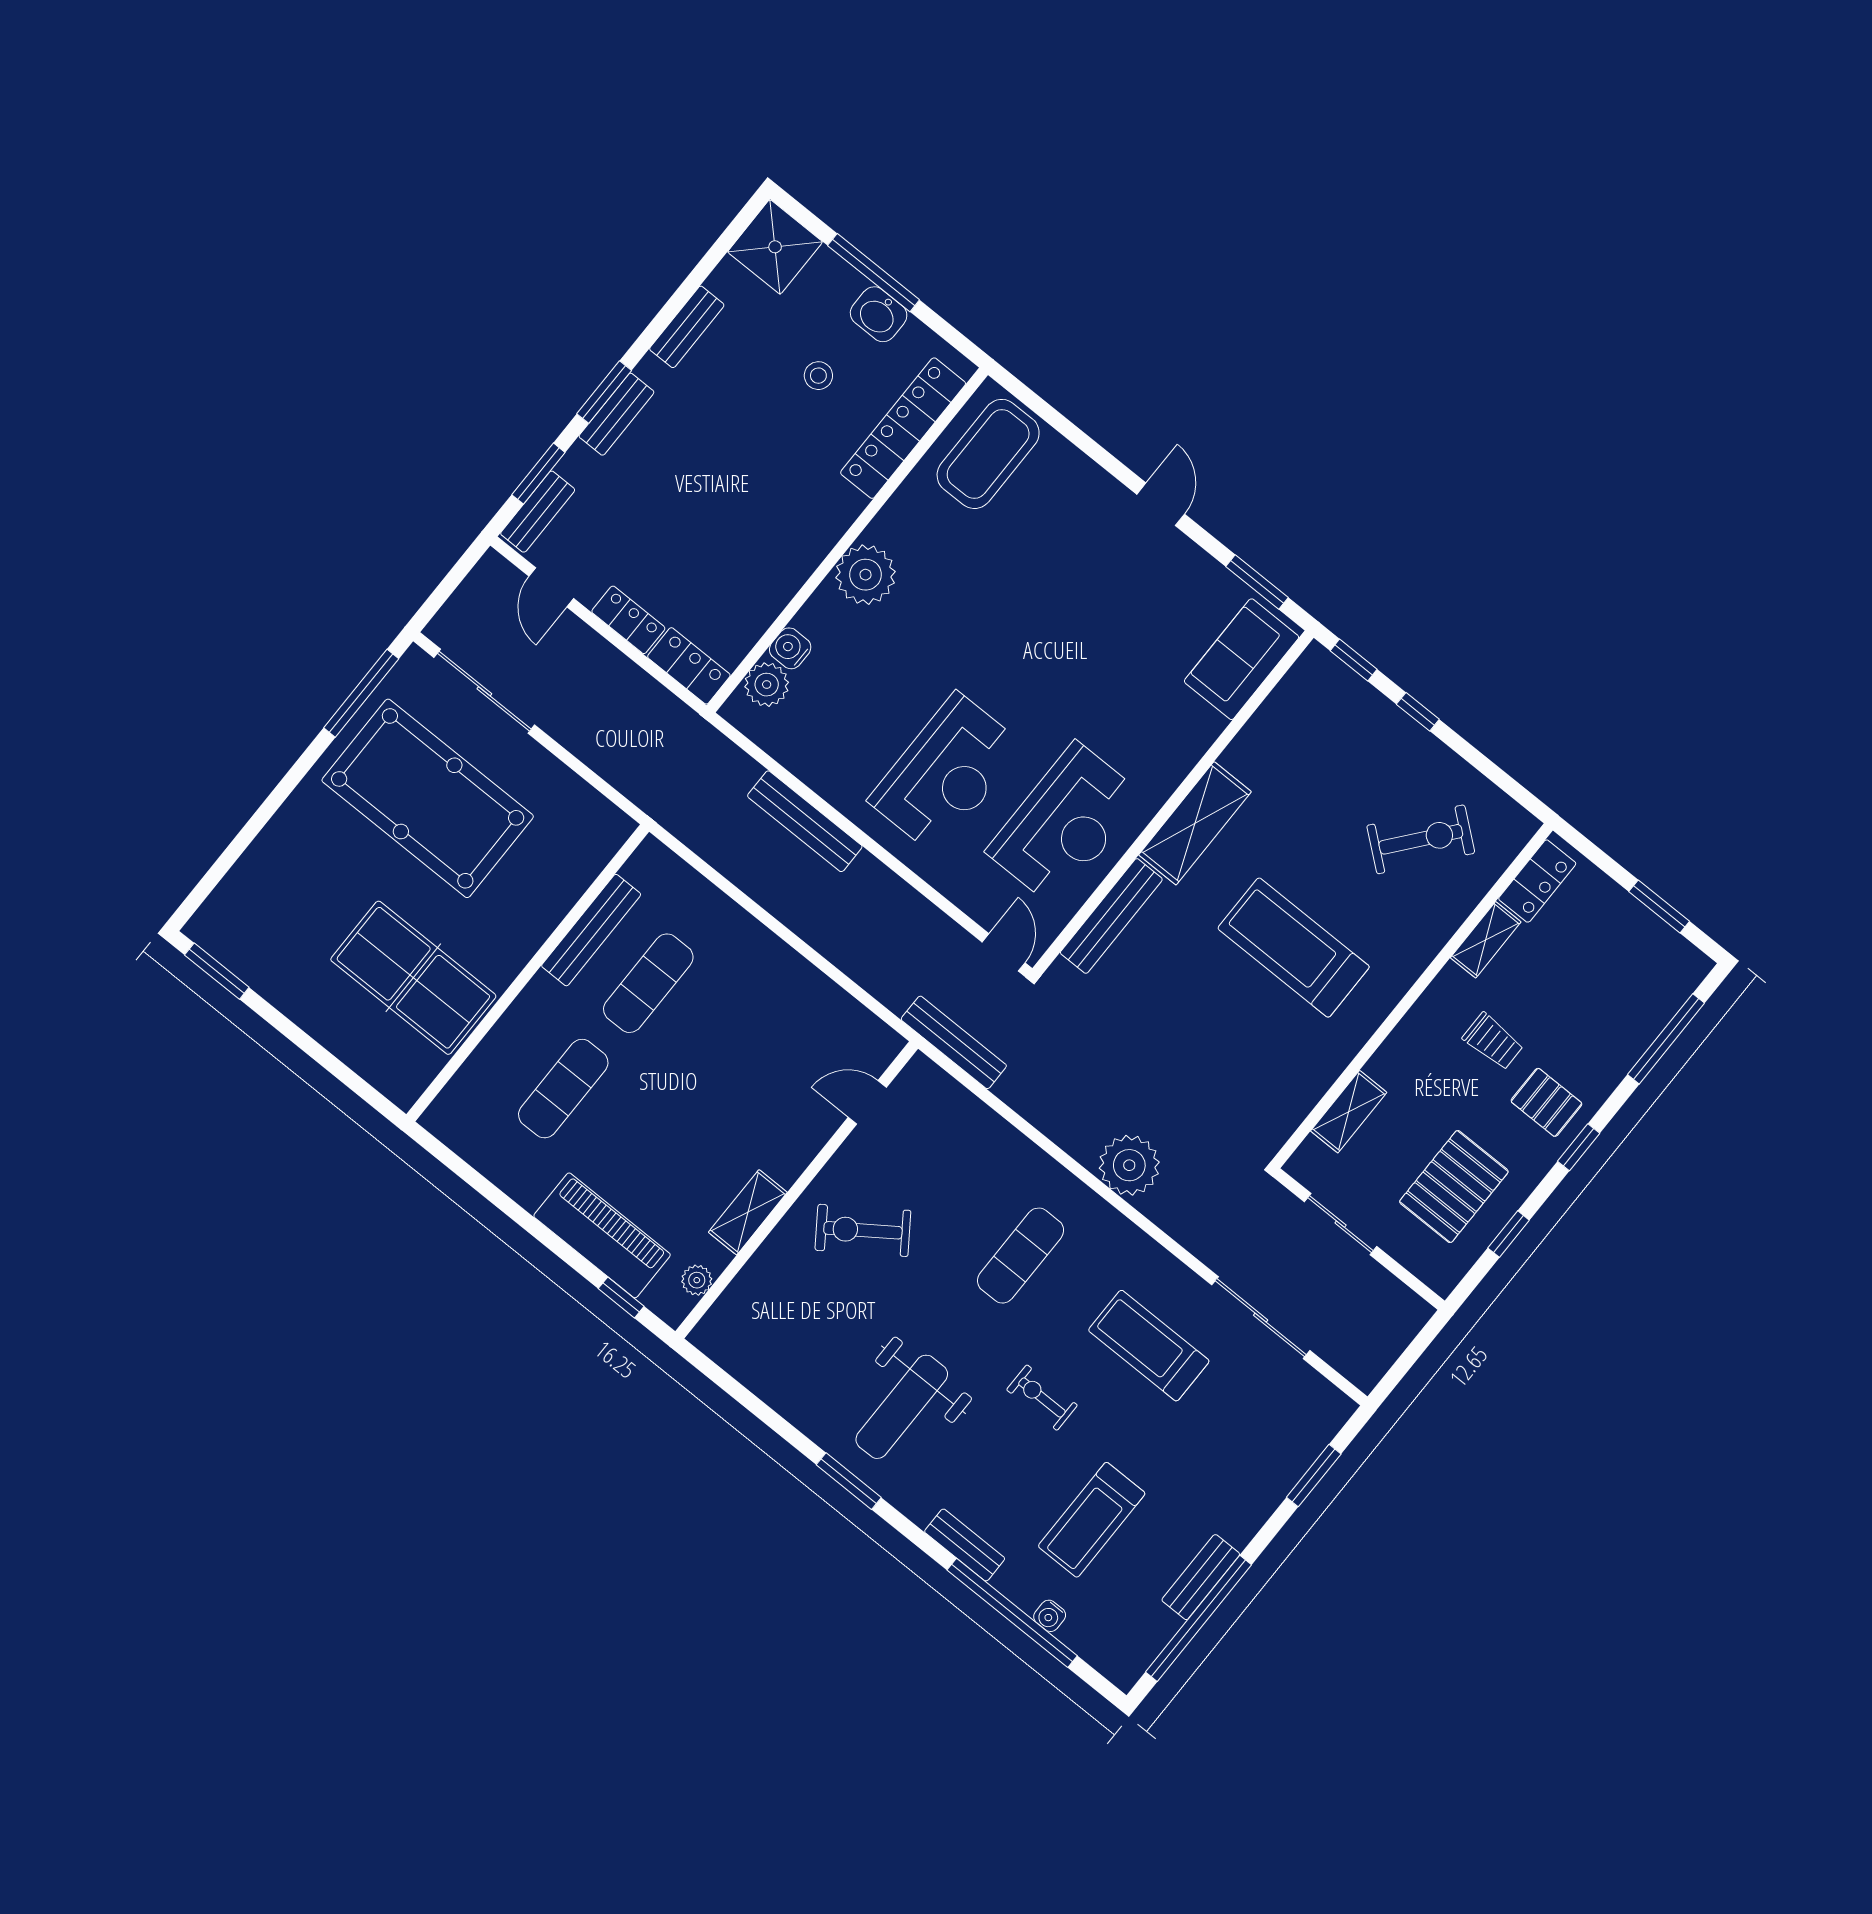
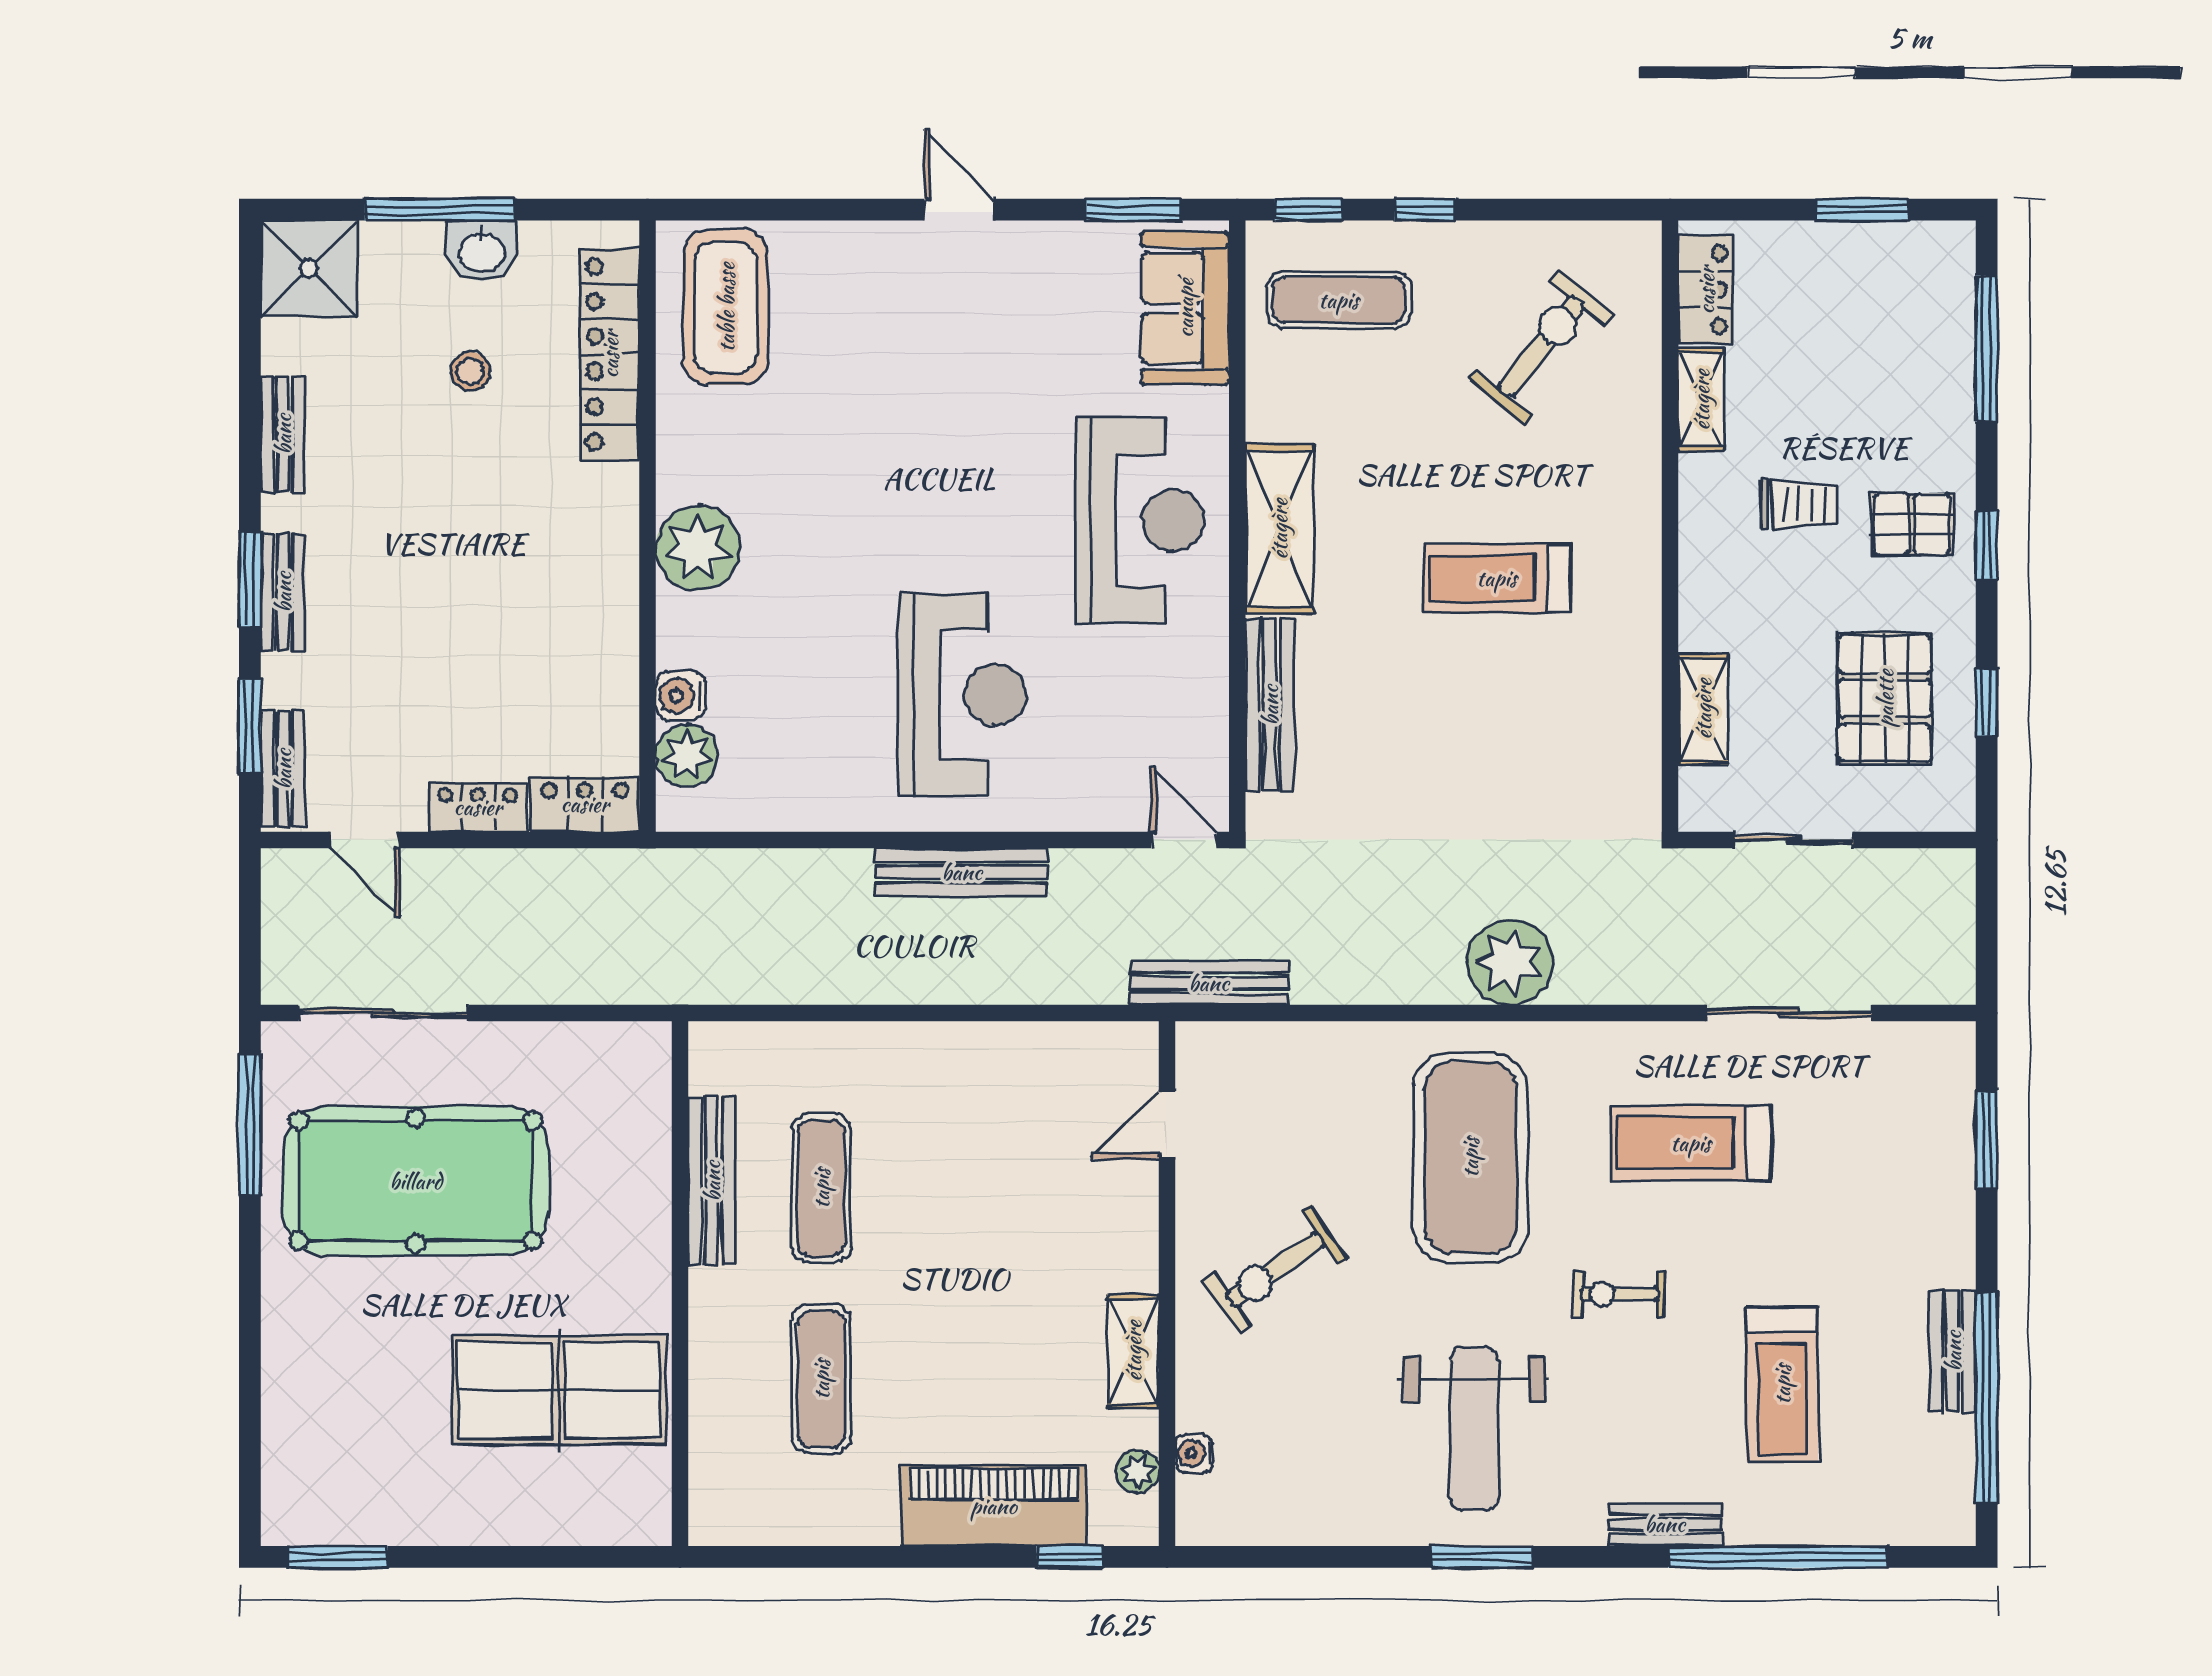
exercise mat: (1330, 723) -> (1339, 300), added
bench: (805, 821) -> (962, 872), moved
reception desk: (1065, 824) -> (1139, 521), moved
treadmill: (1294, 948) -> (1497, 578), width x0.73, depth x0.73
exercise mat: (1021, 1256) -> (1470, 1157), width x2.00, depth x1.45
water cooler: (1050, 1616) -> (1194, 1453), moved, turned 90

